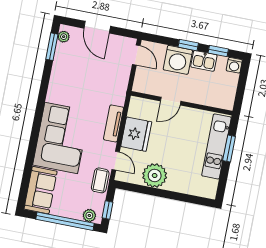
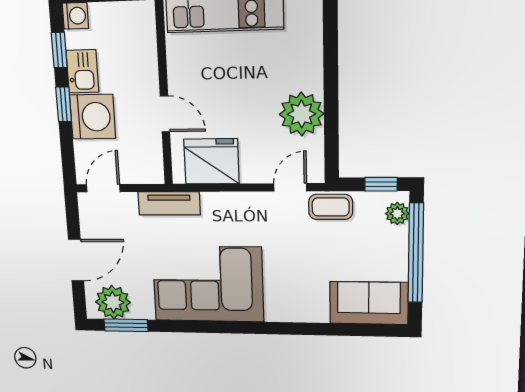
plant: (64, 37) -> (113, 302), width x1.88, depth x1.88
tv unit: (114, 123) -> (169, 203), moved
fridge: (136, 134) -> (211, 161), moved
corner sofa: (61, 138) -> (208, 284), moved

